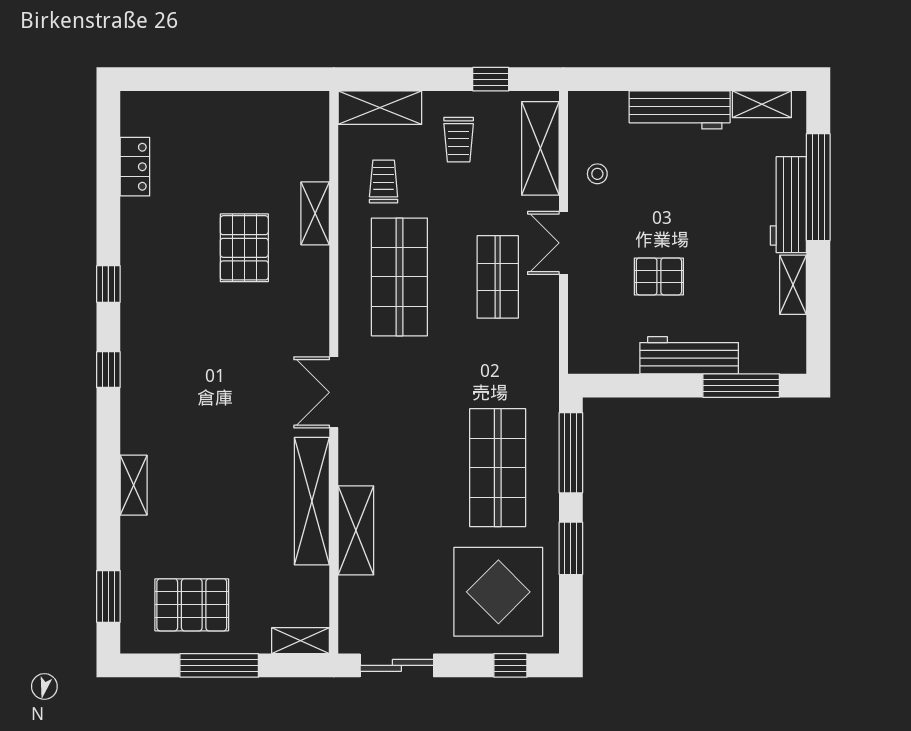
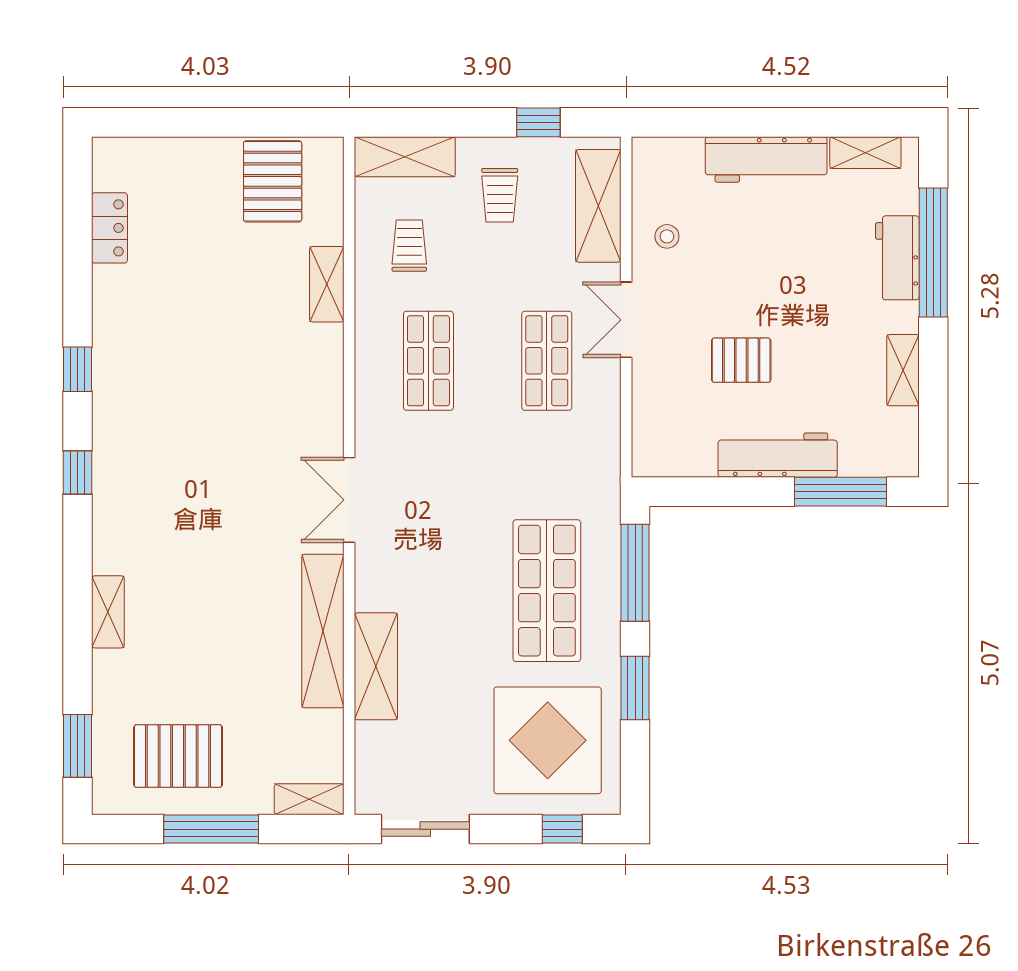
workbench: (788, 205) -> (897, 258), width x0.73
pallet: (244, 248) -> (273, 181), moved
shop shelf: (399, 277) -> (428, 361), width x0.70, depth x0.74

